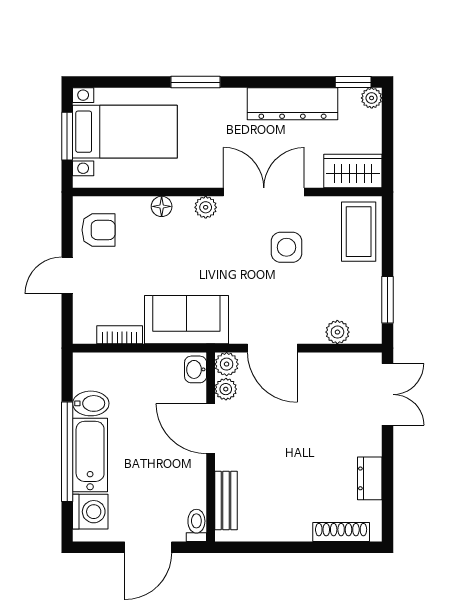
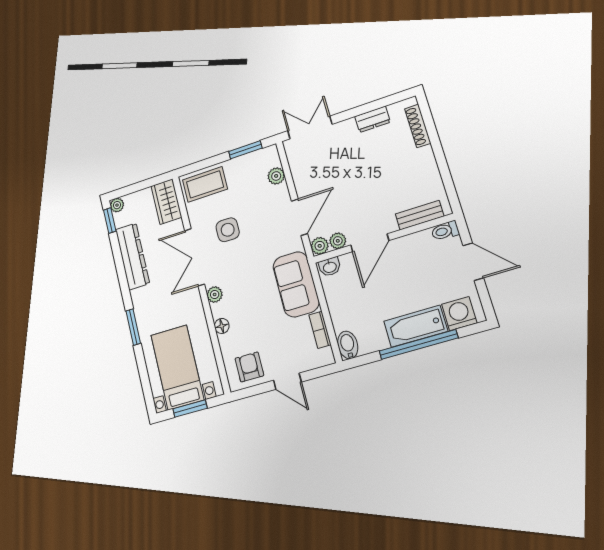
bidet: (91, 403) -> (348, 345), moved

